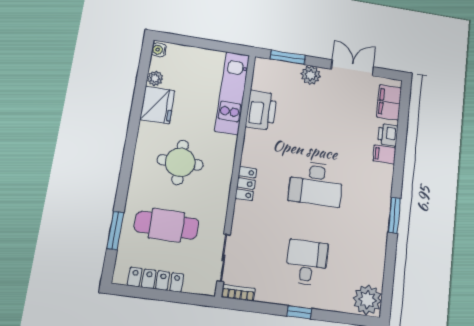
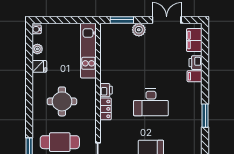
fridge: (157, 105) -> (39, 66), width x0.53, depth x0.75
printer: (261, 110) -> (106, 90), moved, width x0.53, depth x0.68

